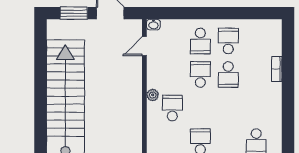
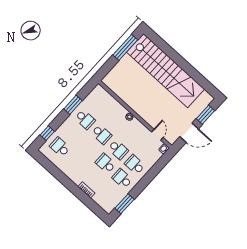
window: (254, 13) -> (124, 204), added
school desk: (228, 41) -> (122, 179), turned 180
school desk: (172, 108) -> (102, 134), moved

